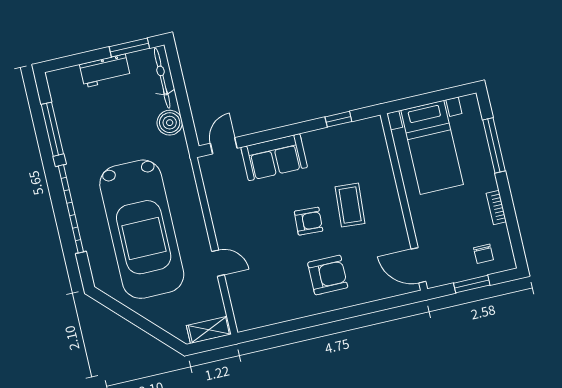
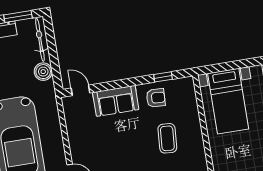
door: (224, 146) -> (80, 90), hinge flipped
armchair: (309, 221) -> (156, 98), moved

